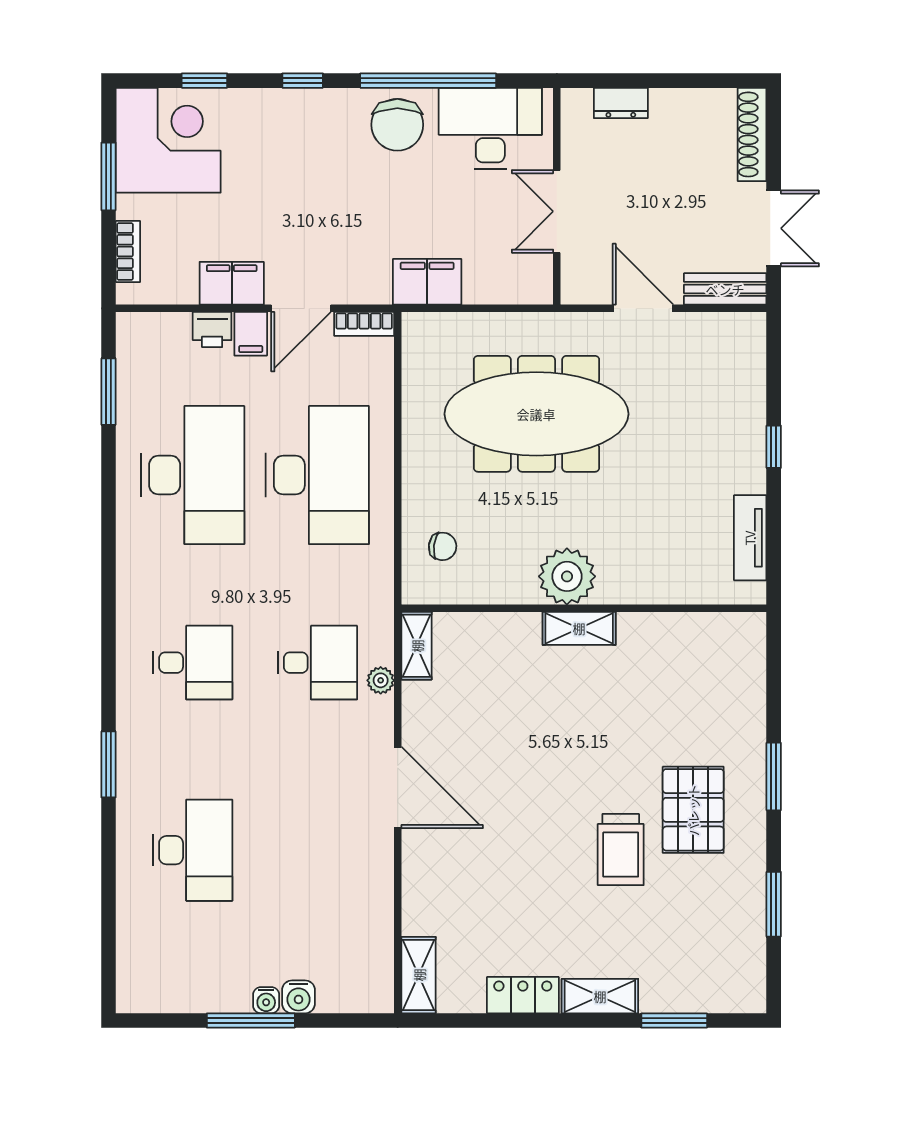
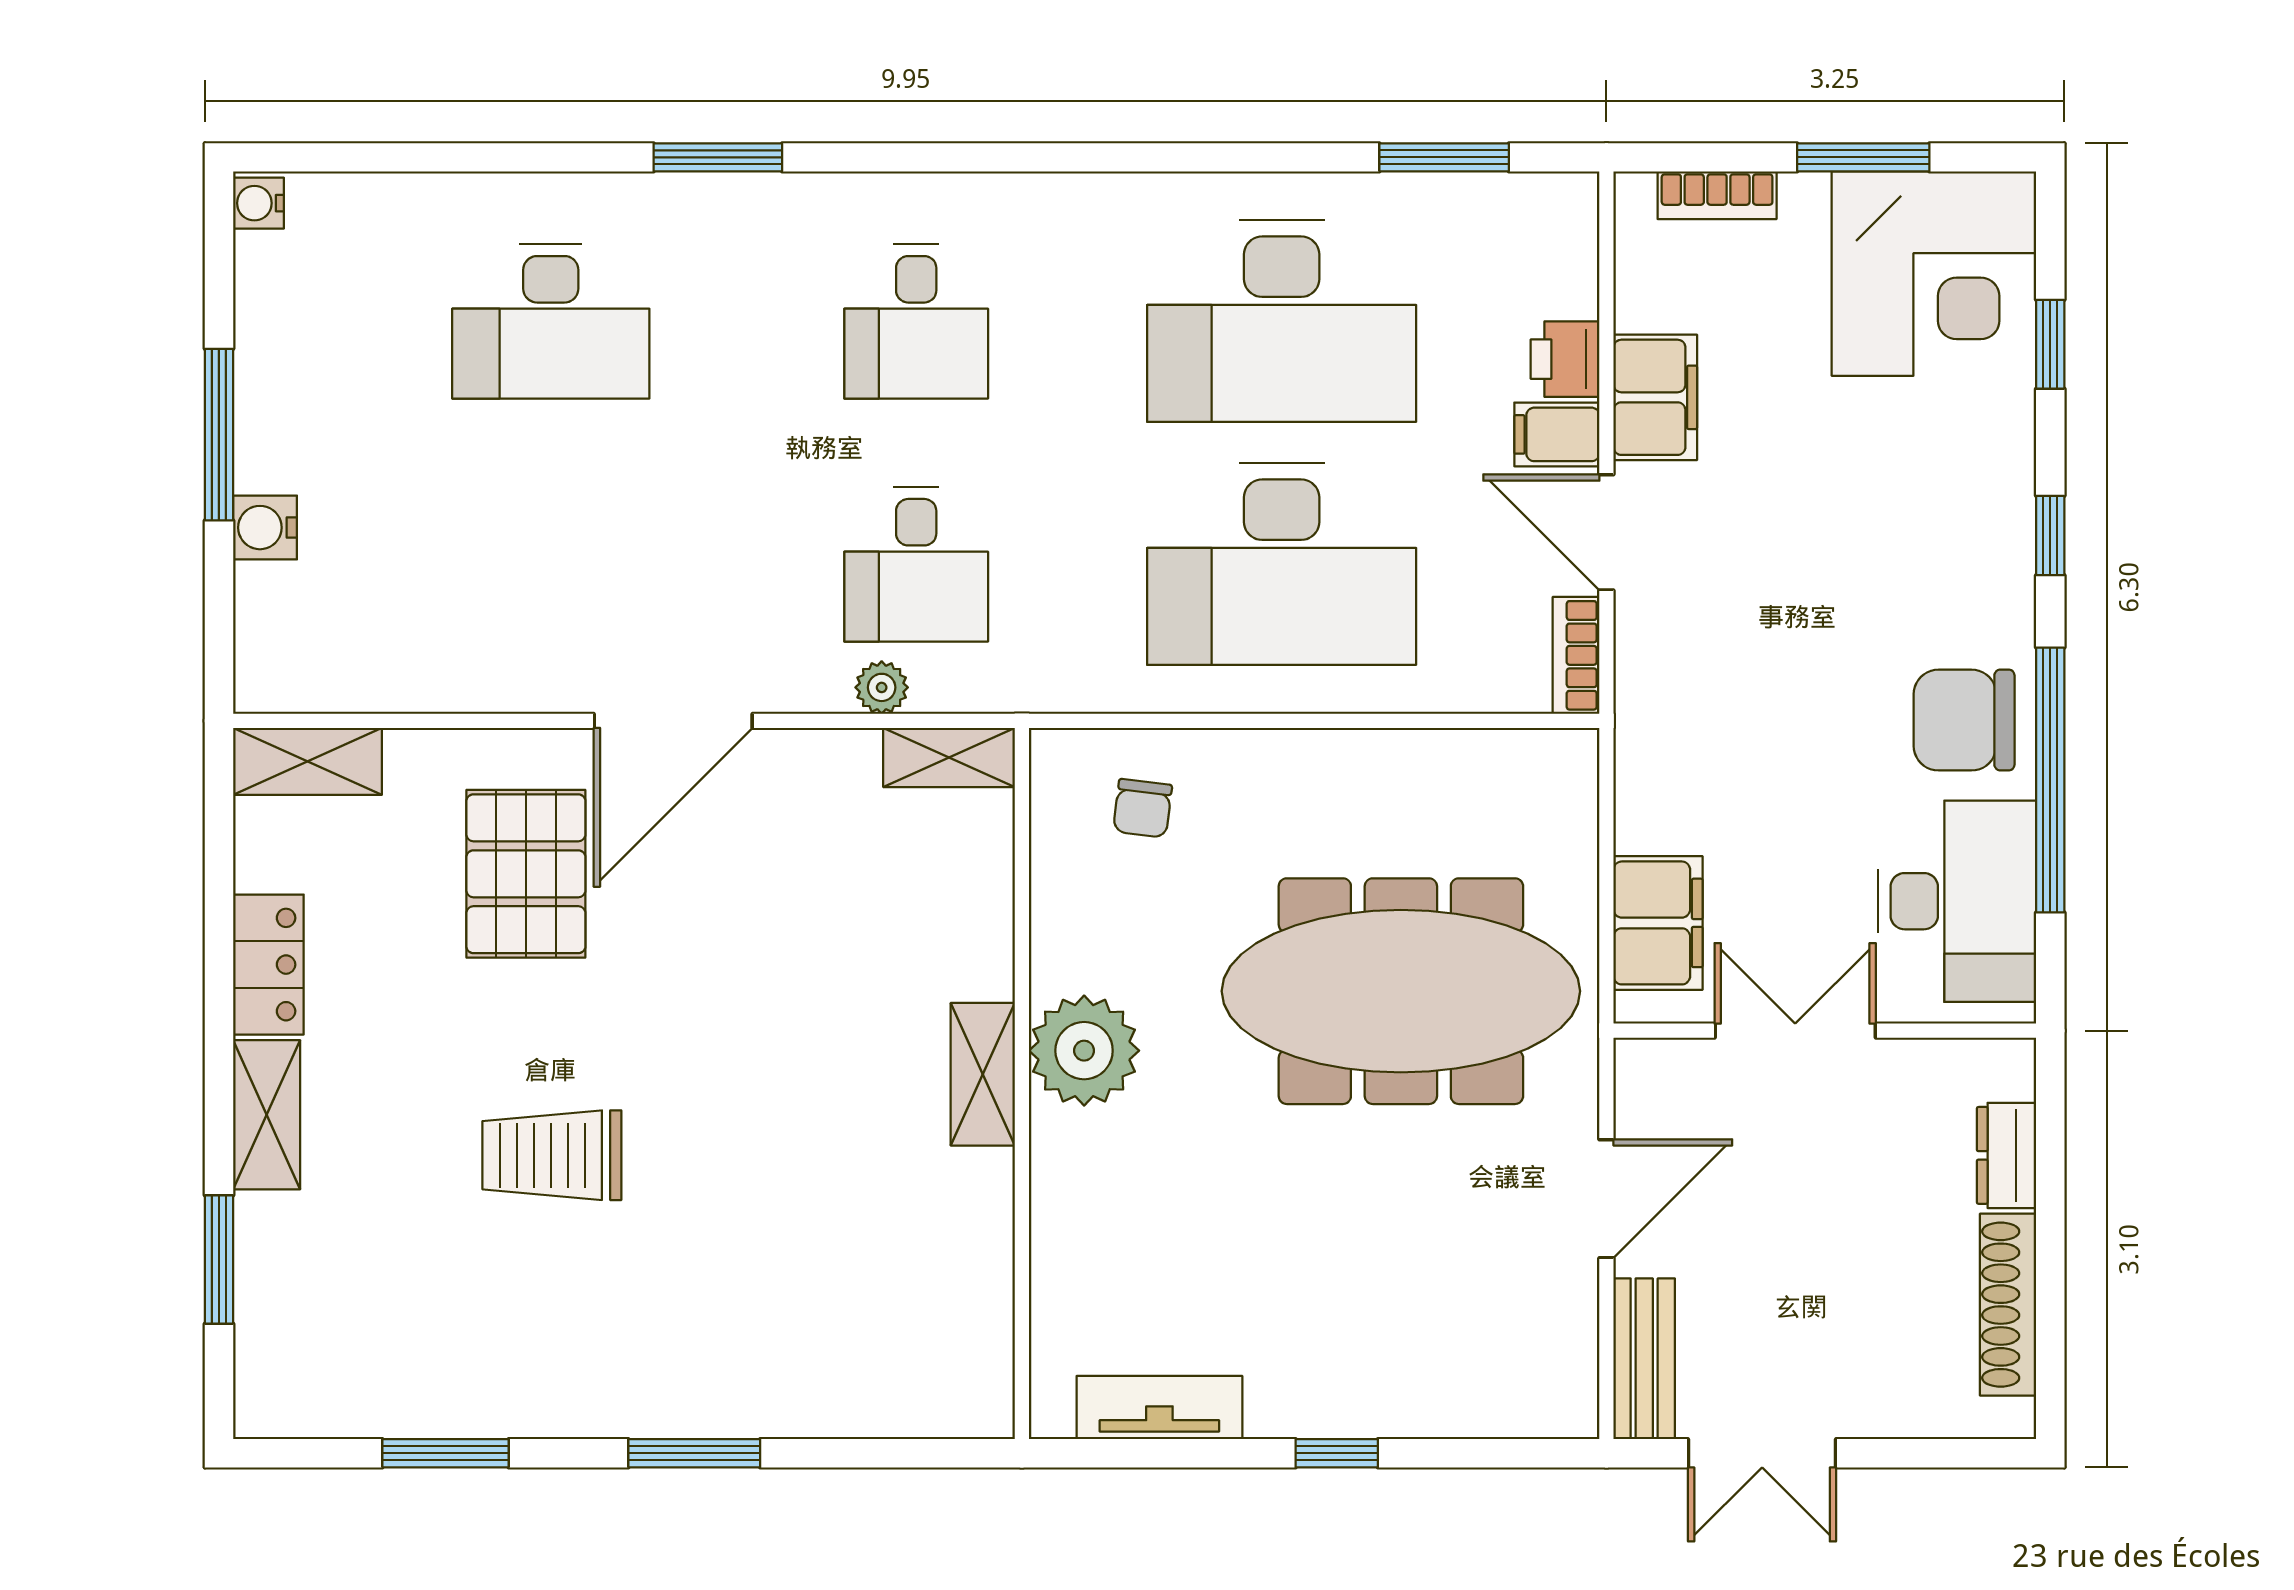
shoe rack: (752, 134) -> (2008, 1305), moved, turned -90
filing cabinet: (427, 282) -> (1658, 923), moved
meeting table: (536, 414) -> (1401, 991), turned 90
pallet: (693, 810) -> (526, 874), moved, turned 90
water cooler: (266, 1000) -> (258, 203), moved

